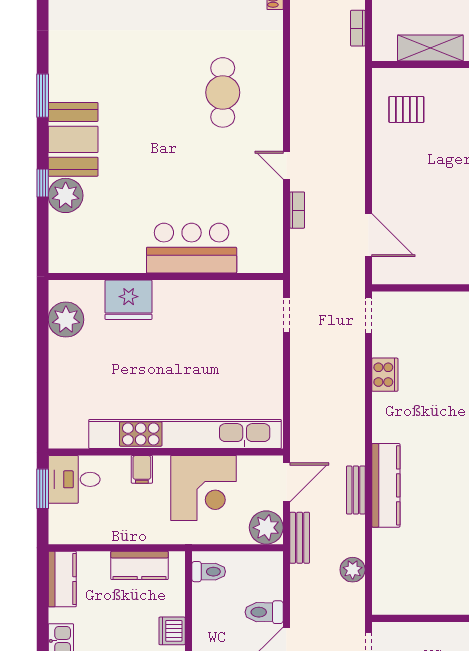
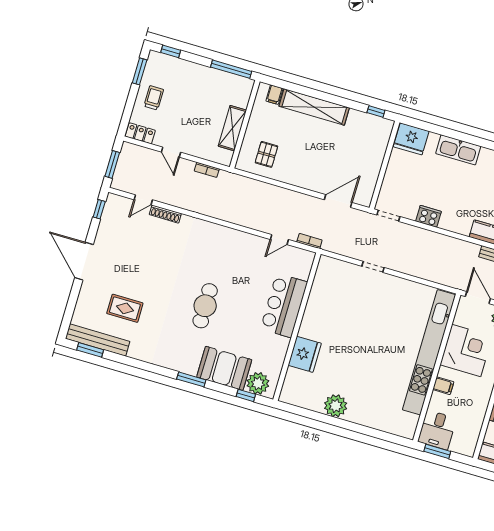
cafe table: (223, 92) -> (205, 306), moved, turned 90
bar counter: (192, 248) -> (284, 305), moved
wall: (166, 277) -> (297, 327), moved
fridge: (129, 300) -> (305, 354), moved

